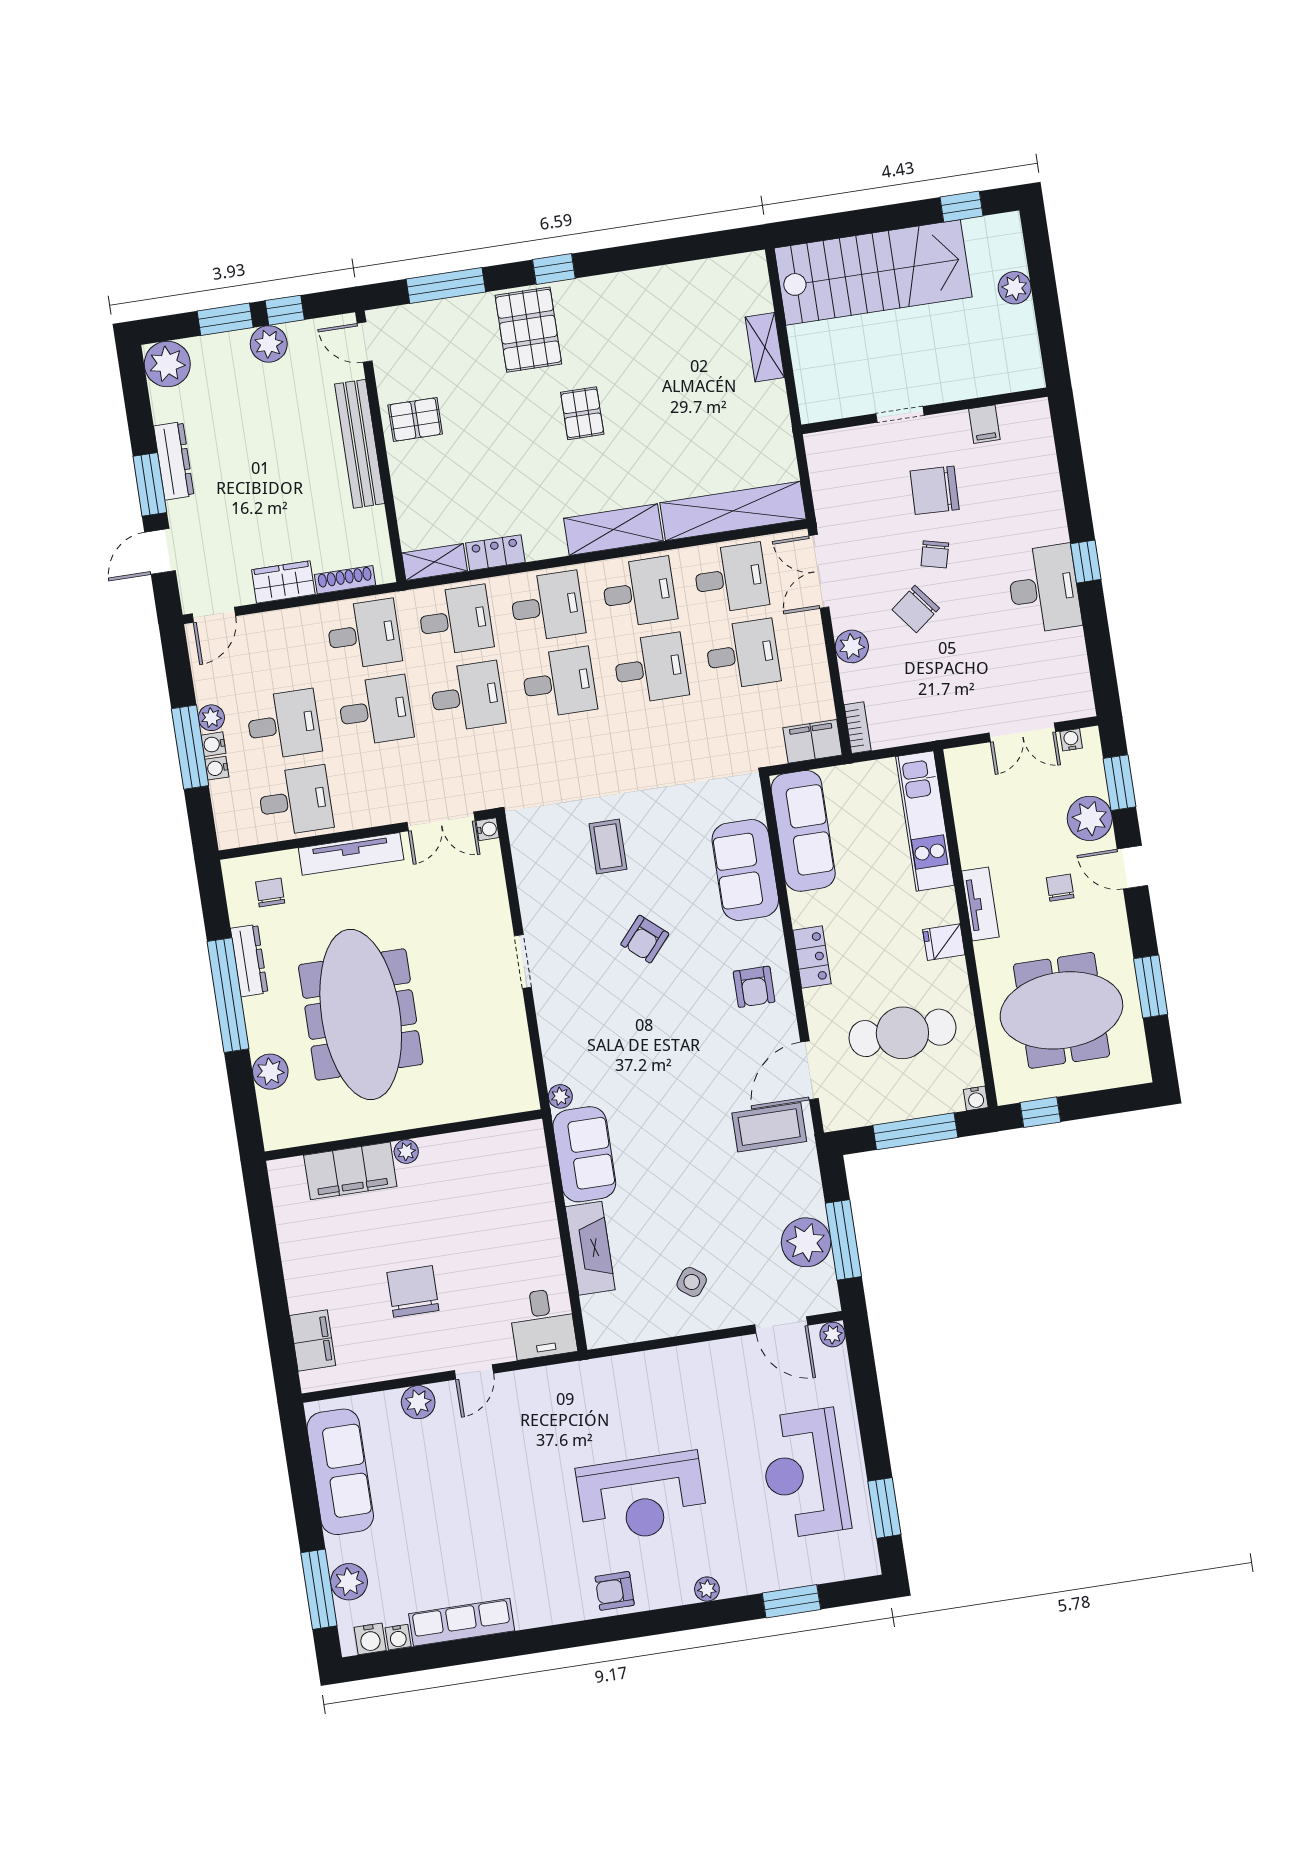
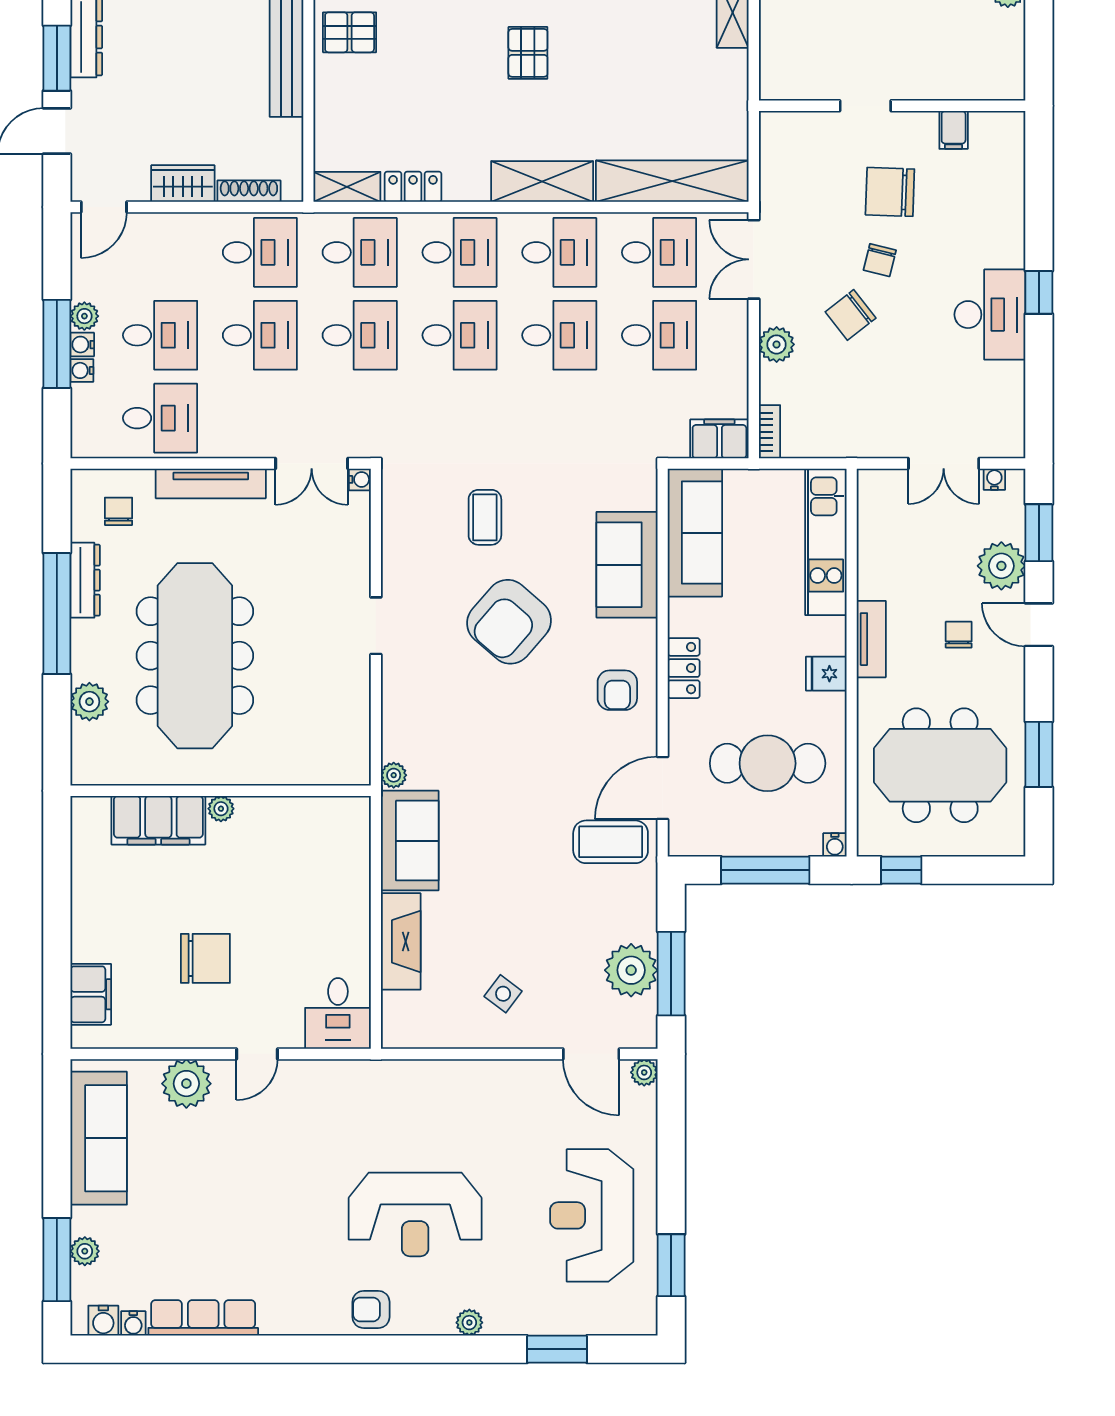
armchair: (645, 939) -> (509, 622), width x1.88, depth x1.88
chair: (413, 1291) -> (205, 958), turned 90
plant: (418, 1402) -> (186, 1084), width x1.36, depth x1.36
plant: (349, 1582) -> (85, 1251), width x0.73, depth x0.73

